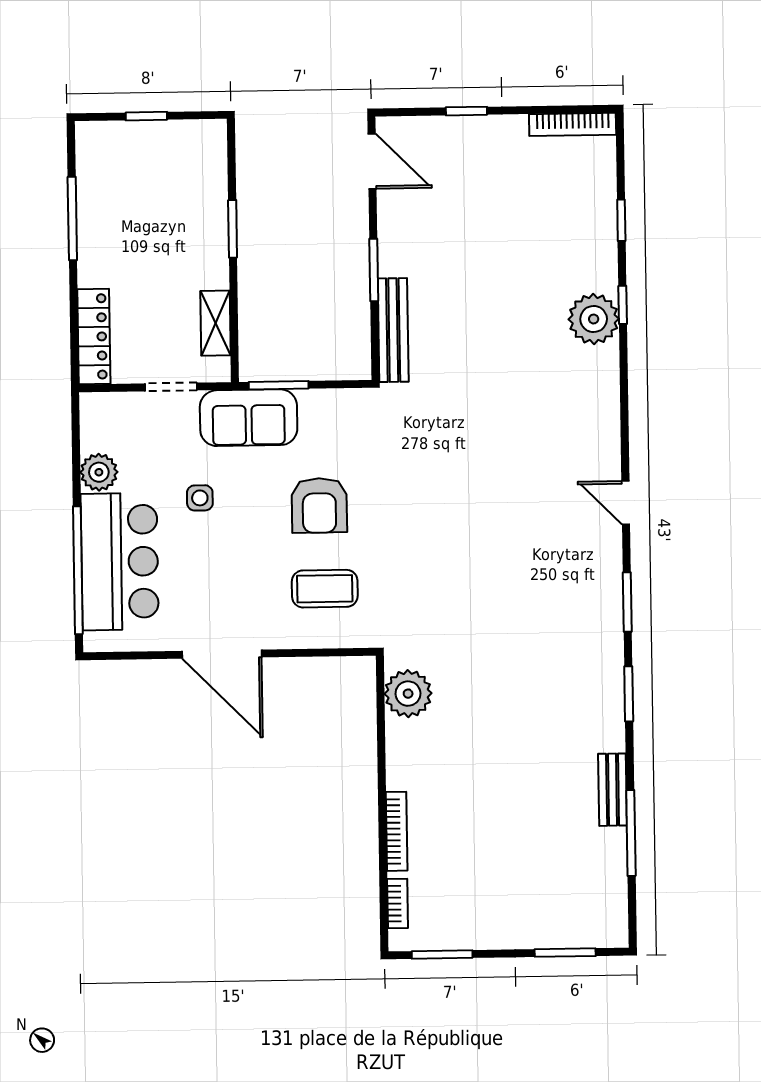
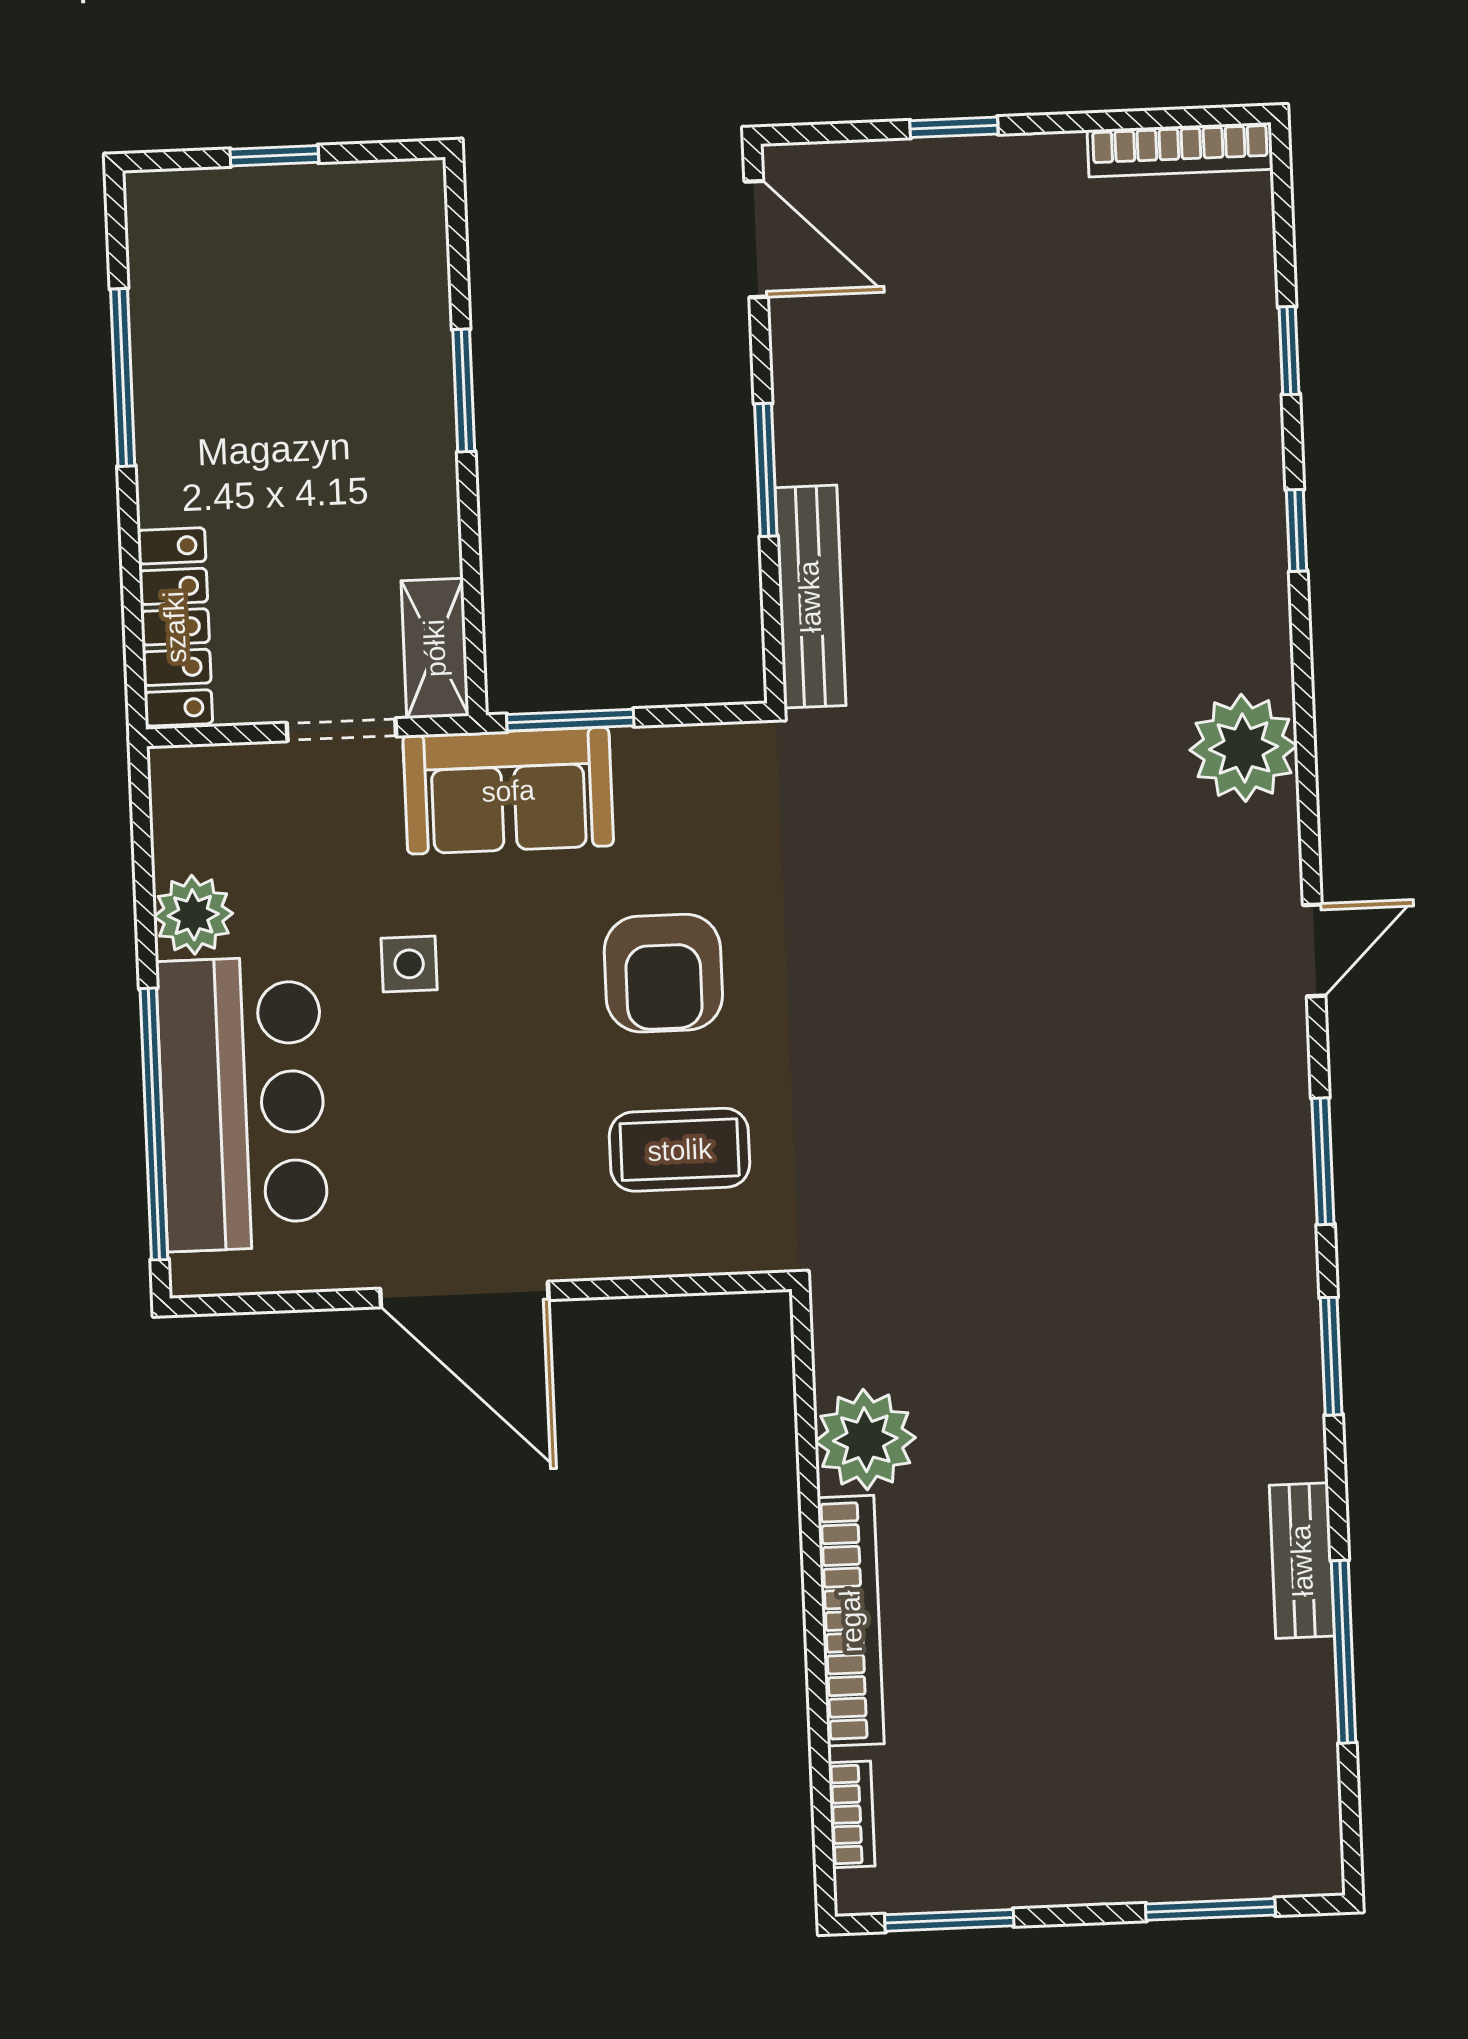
plant: (594, 319) -> (1243, 748), moved
shelving: (216, 323) -> (435, 648), moved
door: (626, 503) -> (1314, 950), swing flipped
plant: (408, 694) -> (865, 1440), moved
bookcase: (397, 831) -> (851, 1621), width x1.48, depth x1.31

